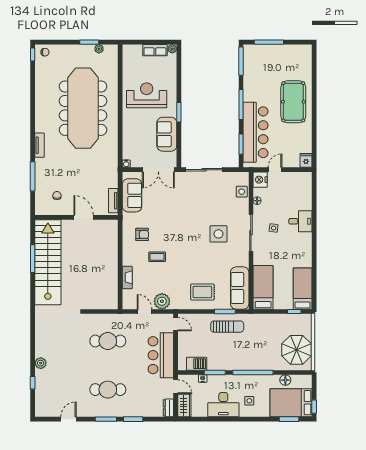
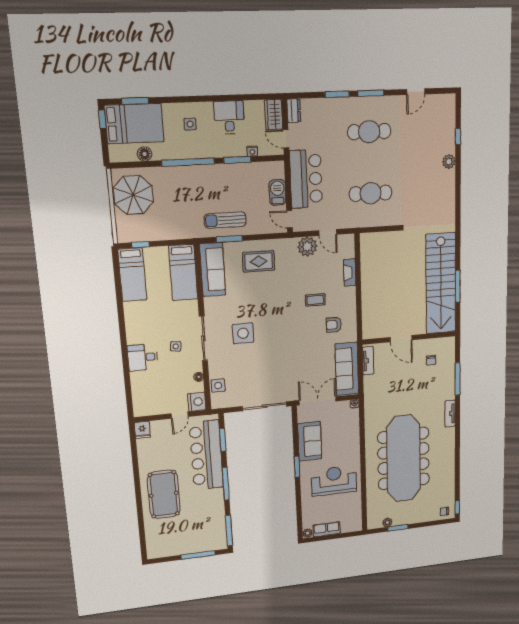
reception desk: (147, 95) -> (334, 481), turned 180
sofa: (132, 195) -> (347, 369), width x1.36
barbecue: (197, 364) -> (277, 192), moved, turned 90
desk: (223, 405) -> (229, 117), width x0.73

